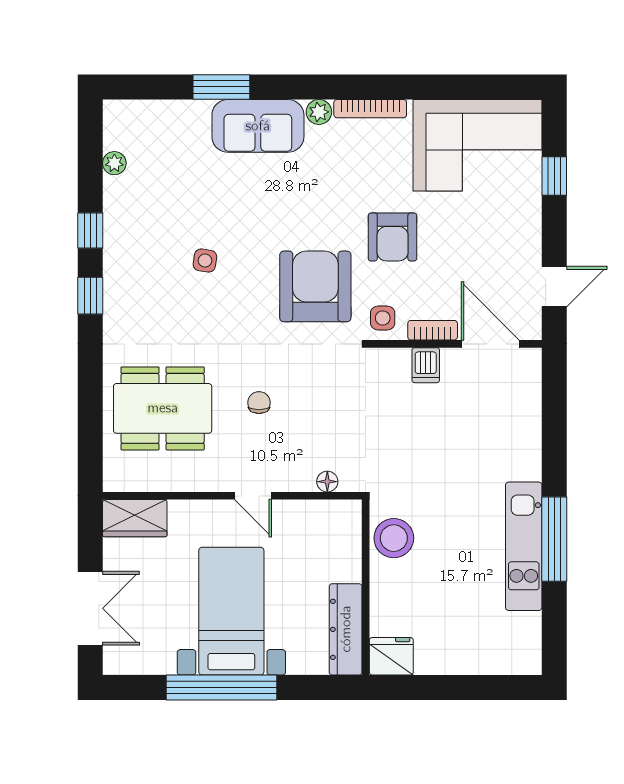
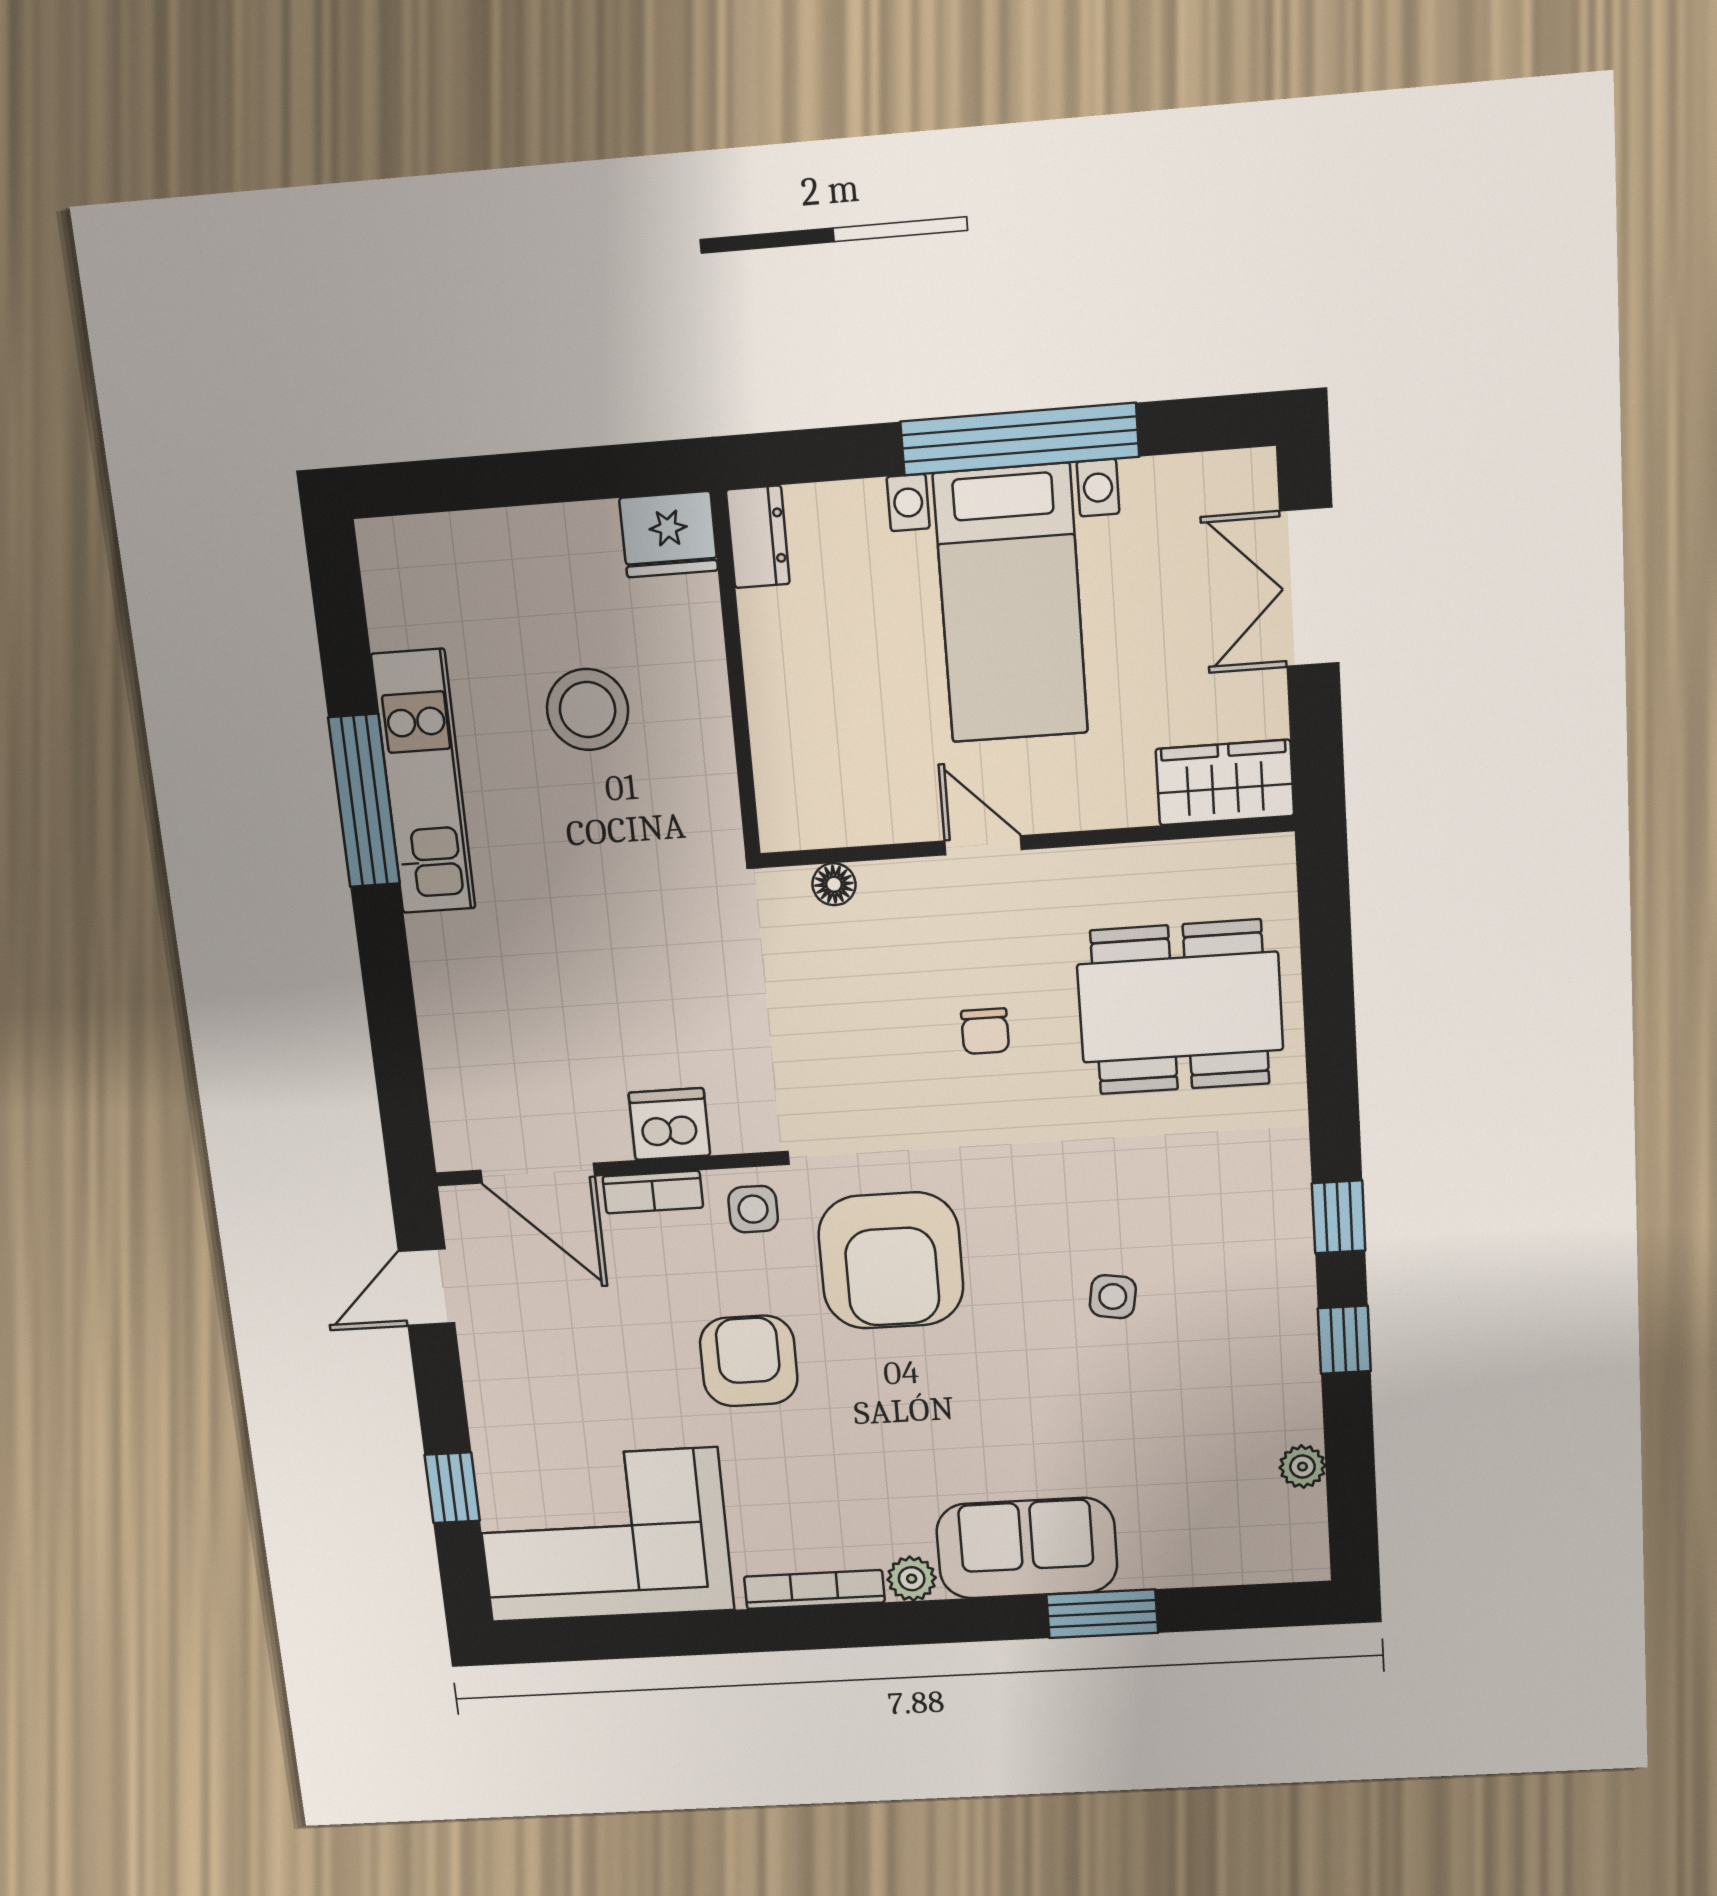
dishwasher: (426, 365) -> (669, 1124), width x1.38
stool: (394, 538) -> (588, 710), moved
dresser: (346, 629) -> (758, 537), width x0.51, depth x0.80

